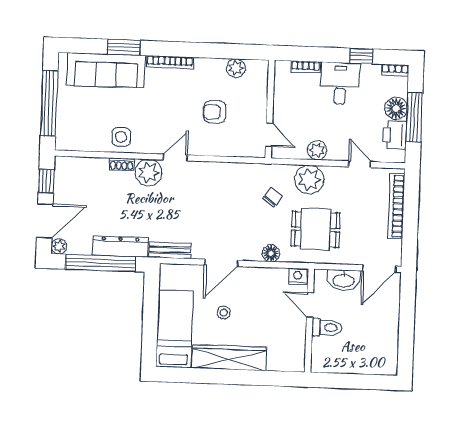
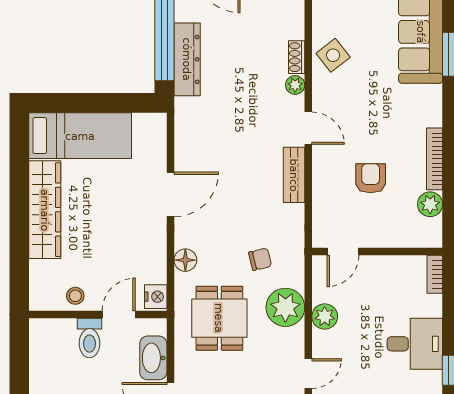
bookcase: (170, 62) -> (435, 159), moved
bookcase: (306, 67) -> (435, 274), moved
side table: (121, 137) -> (333, 55), turned -38
plant: (148, 173) -> (295, 85), width x0.53, depth x0.53
chair: (272, 197) -> (260, 259), turned -50
bench: (170, 250) -> (294, 175), moved
door: (221, 263) -> (170, 194), swing flipped
stool: (224, 313) -> (75, 296), moved

